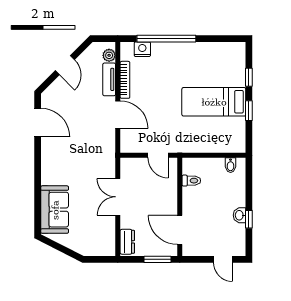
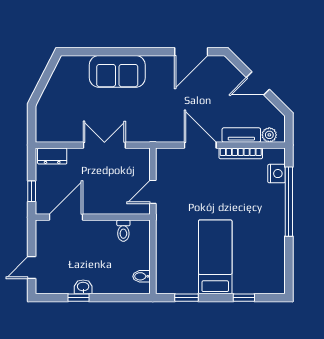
window: (249, 111) -> (187, 298), moved
door: (118, 115) -> (200, 145), swing flipped
sofa: (55, 210) -> (117, 71), moved
window: (157, 259) -> (32, 191), width x0.67

